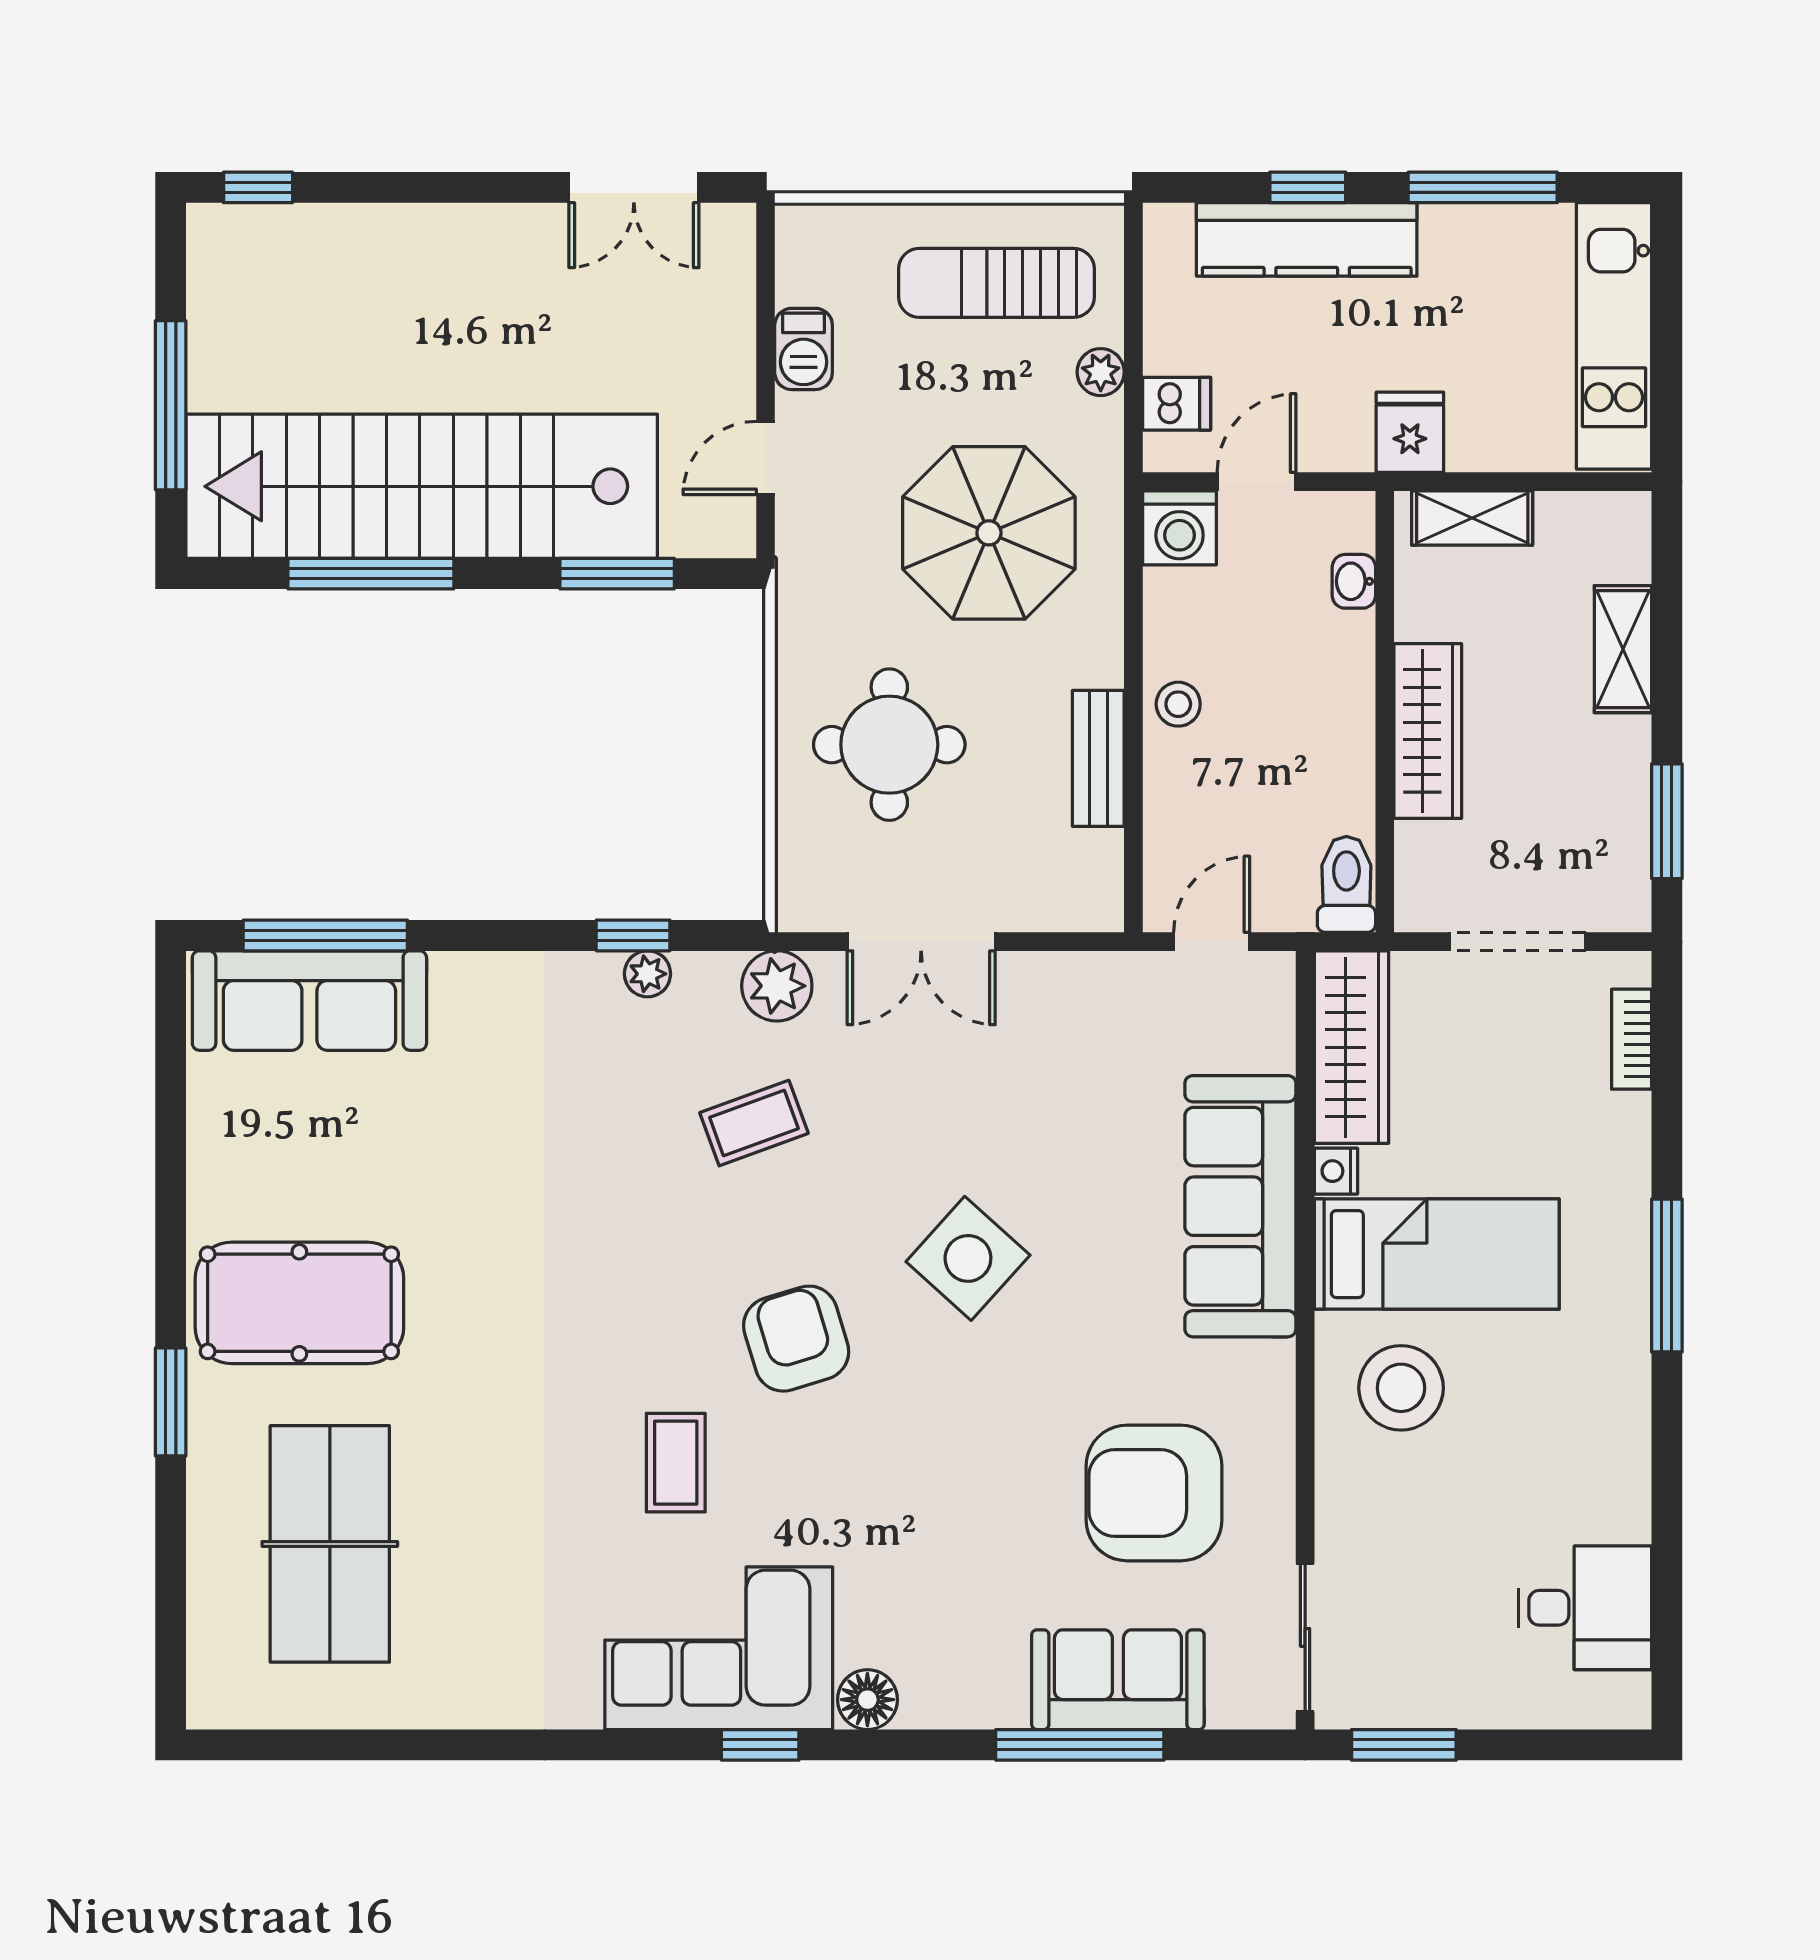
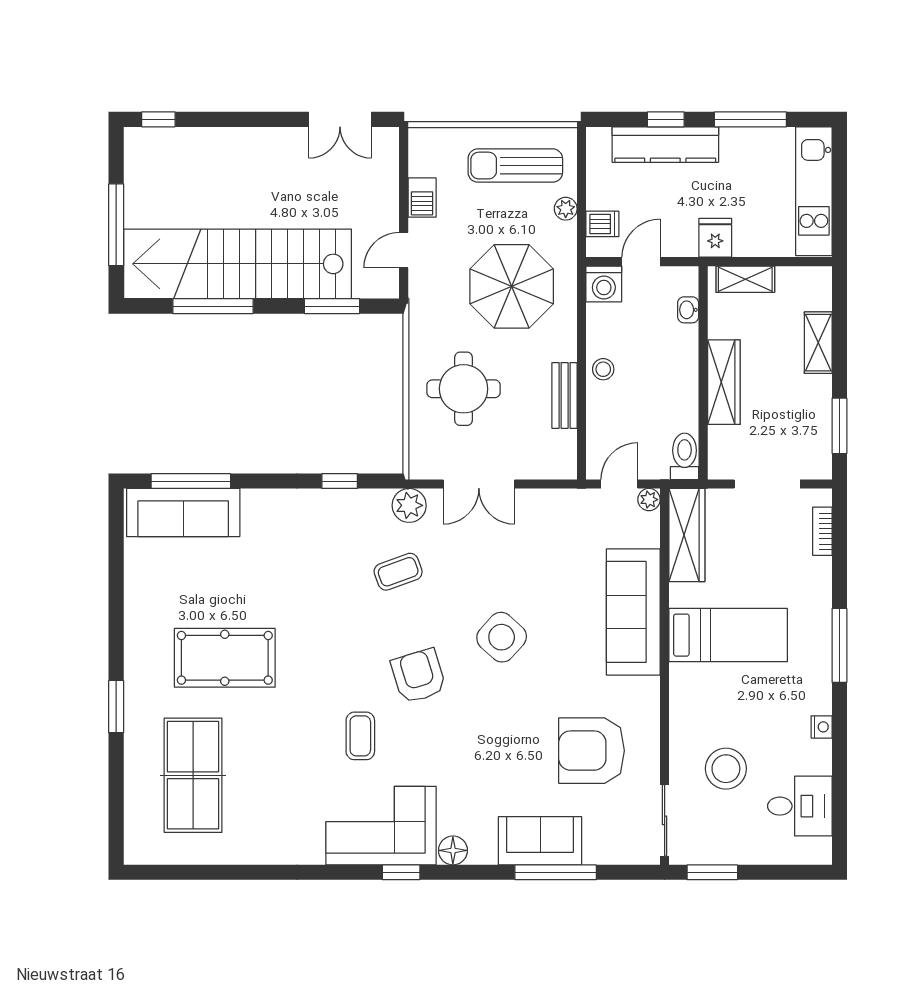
plant: (647, 974) -> (649, 500), moved
nightstand: (1336, 1171) -> (822, 727), moved, turned 180
pool table: (299, 1303) -> (225, 658), moved
stool: (1401, 1388) -> (726, 769), moved
sofa: (1118, 1680) -> (540, 841), moved

